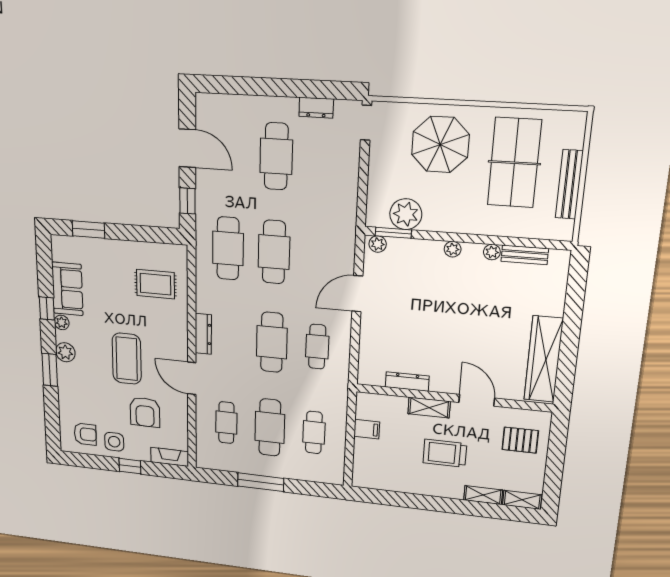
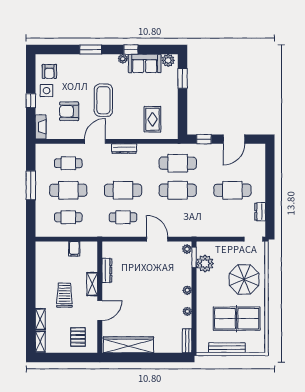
bench: (525, 255) -> (187, 341), moved
plant: (65, 352) -> (168, 60), moved
coffee table: (127, 359) -> (103, 100), turned 90

